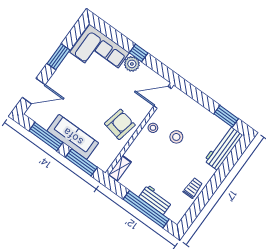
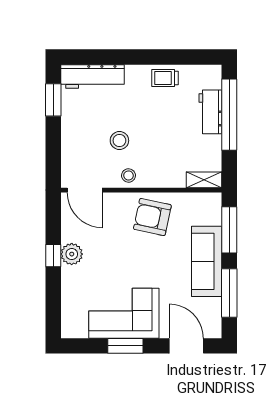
corner sofa: (99, 53) -> (124, 313), moved, turned -90

